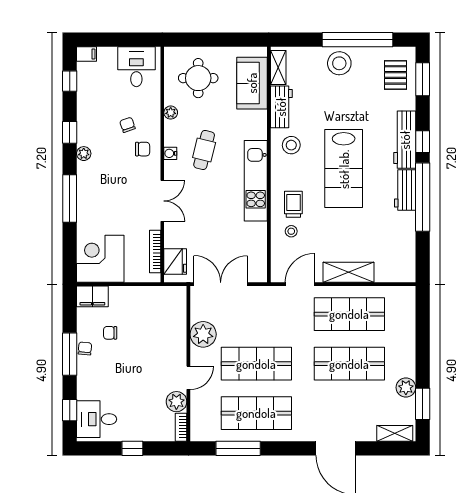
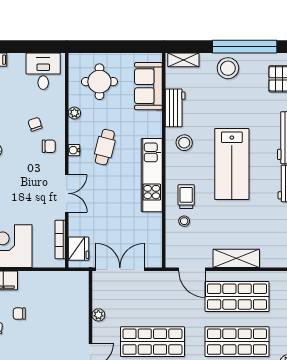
shelving: (278, 67) -> (183, 60), moved, turned 90
door: (300, 284) -> (192, 269), swing flipped
plant: (203, 334) -> (98, 315), width x0.53, depth x0.53

